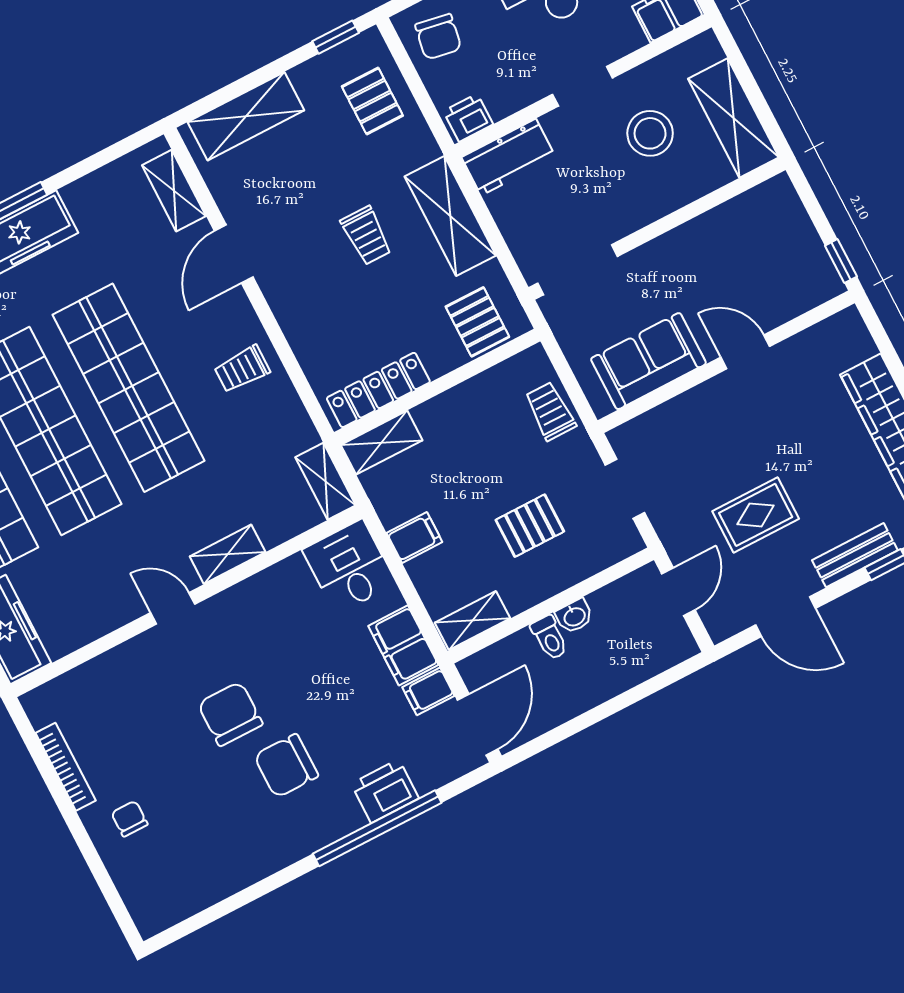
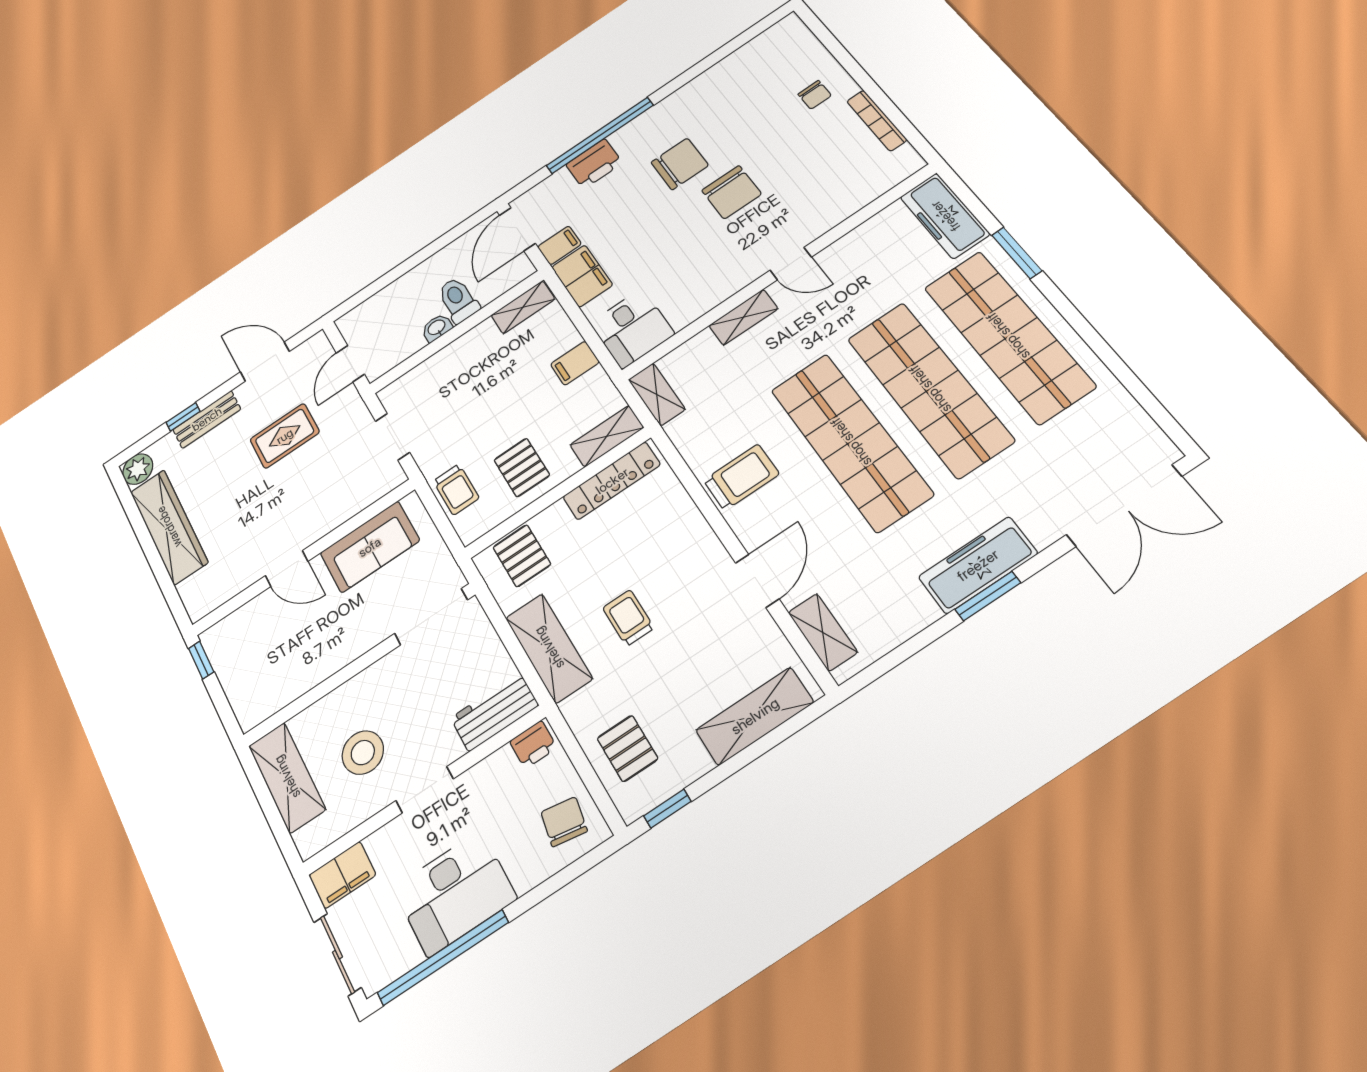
trolley: (242, 369) -> (741, 477), width x1.36, depth x1.39
pallet: (530, 526) -> (522, 468), moved, turned 90
toilet: (549, 638) -> (458, 300), width x1.37, depth x1.39

